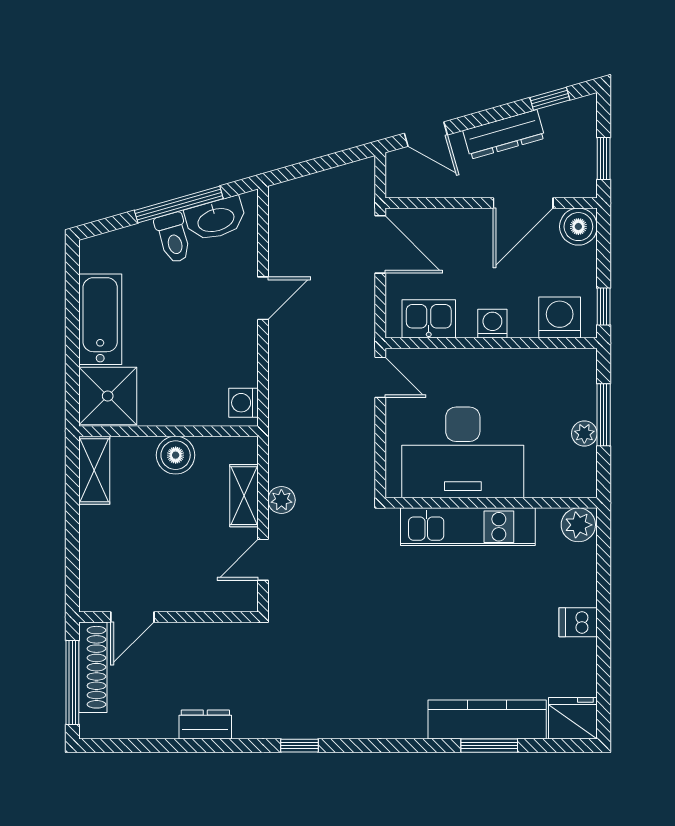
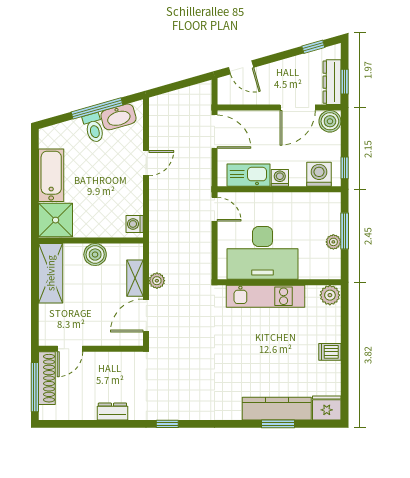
dresser: (504, 134) -> (332, 82), moved, turned 106
kitchen sink: (429, 319) -> (249, 175), width x1.38
shelving: (94, 470) -> (51, 273), width x1.50, depth x1.33
door: (263, 560) -> (146, 316), width x1.37

